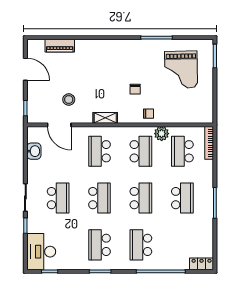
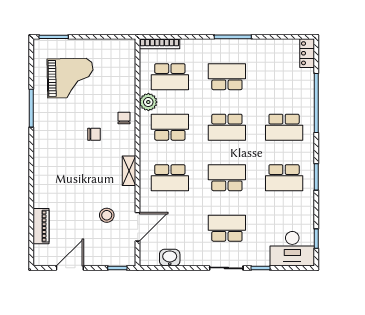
school desk: (141, 198) -> (227, 127), turned 180

